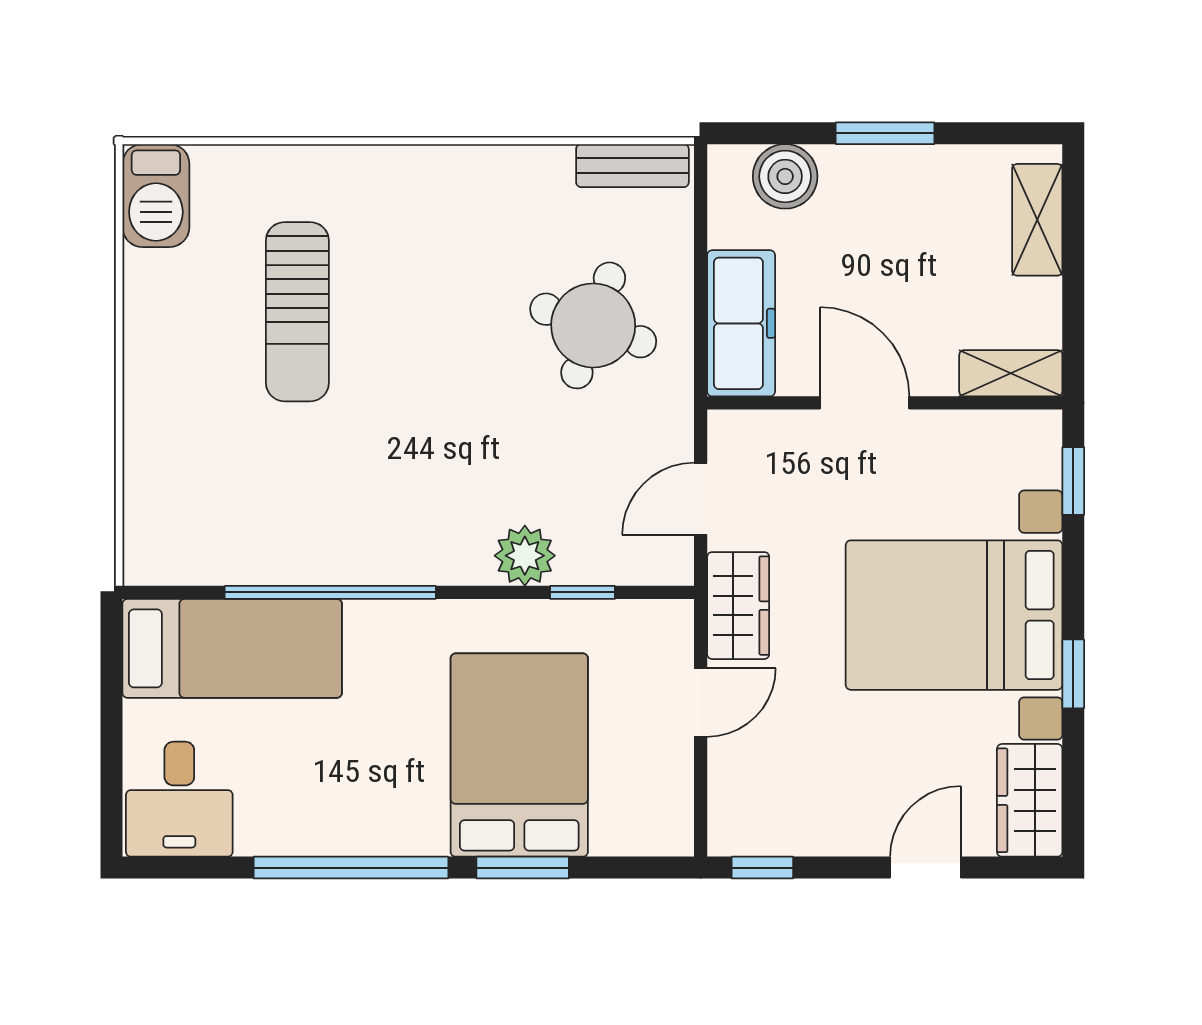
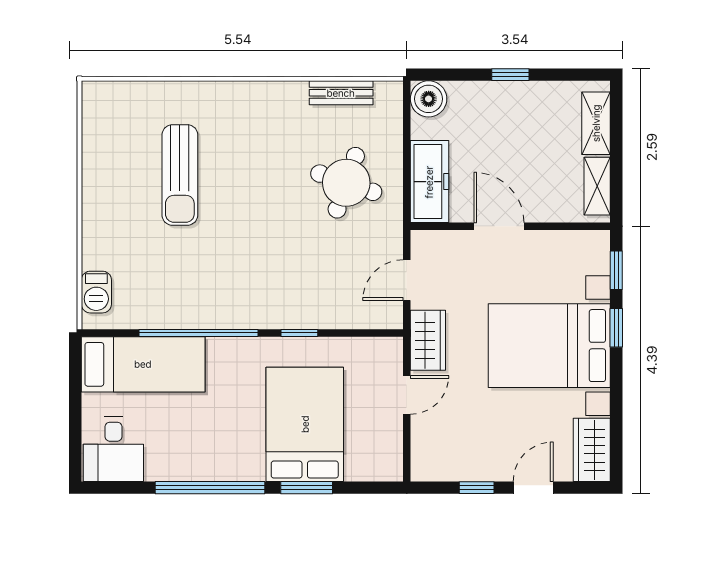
window: (885, 133) -> (510, 75), width x0.67
bench: (632, 166) -> (341, 93), moved
boiler: (785, 176) -> (429, 99), moved
barbecue: (156, 196) -> (96, 292), moved, width x0.73, depth x0.79
shelving: (1011, 373) -> (597, 186), moved, turned 90
plant: (525, 556) -> (308, 312), removed
window: (582, 592) -> (299, 333), moved
window: (1073, 674) -> (616, 328), moved
window: (762, 868) -> (477, 488), moved

